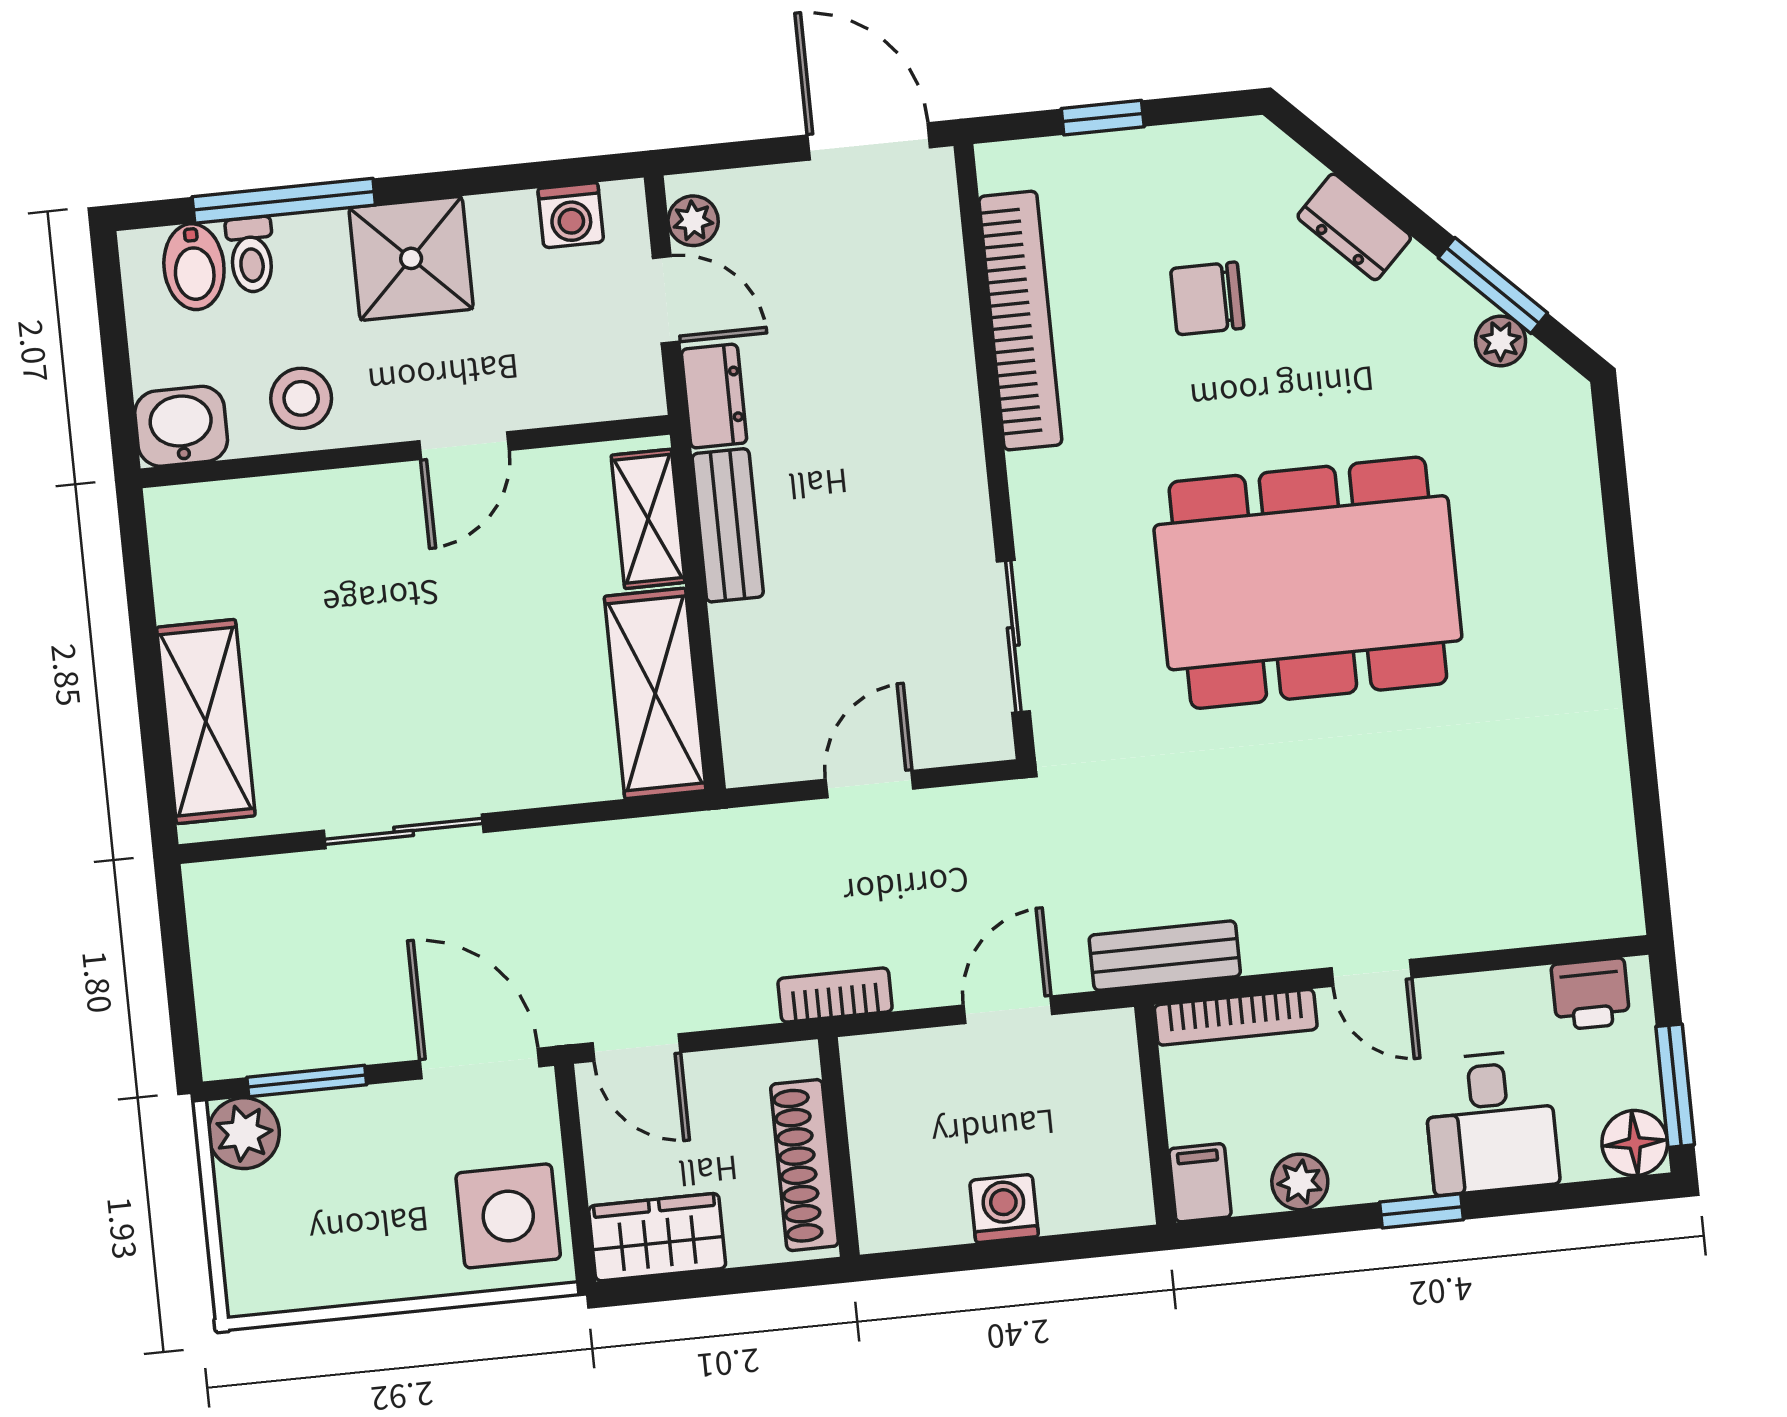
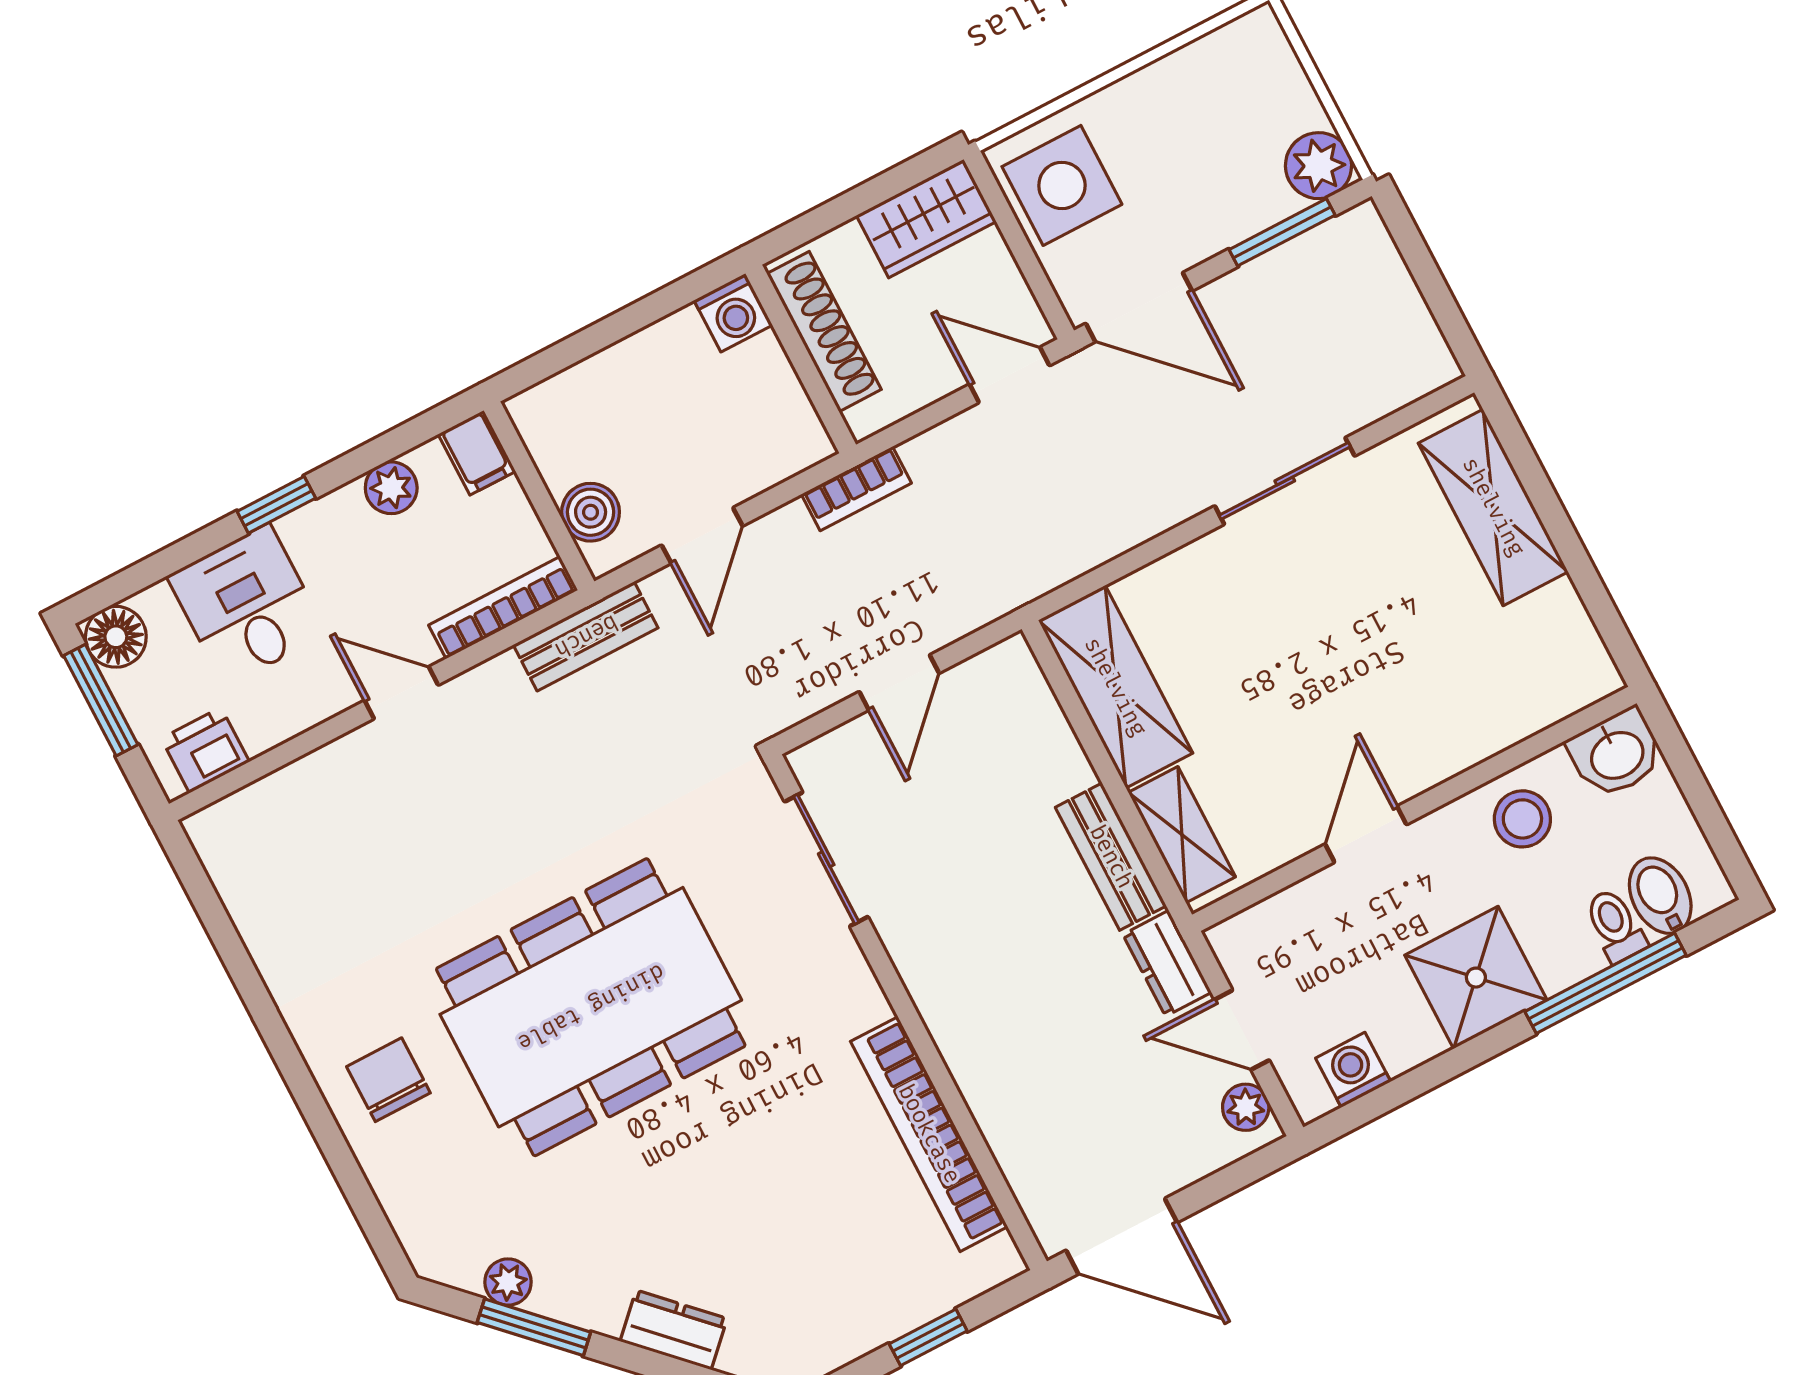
chair: (1207, 298) -> (388, 1080), moved, turned -90
boiler: (1110, 1078) -> (591, 512), added
washing machine: (1004, 1208) -> (733, 313), moved

